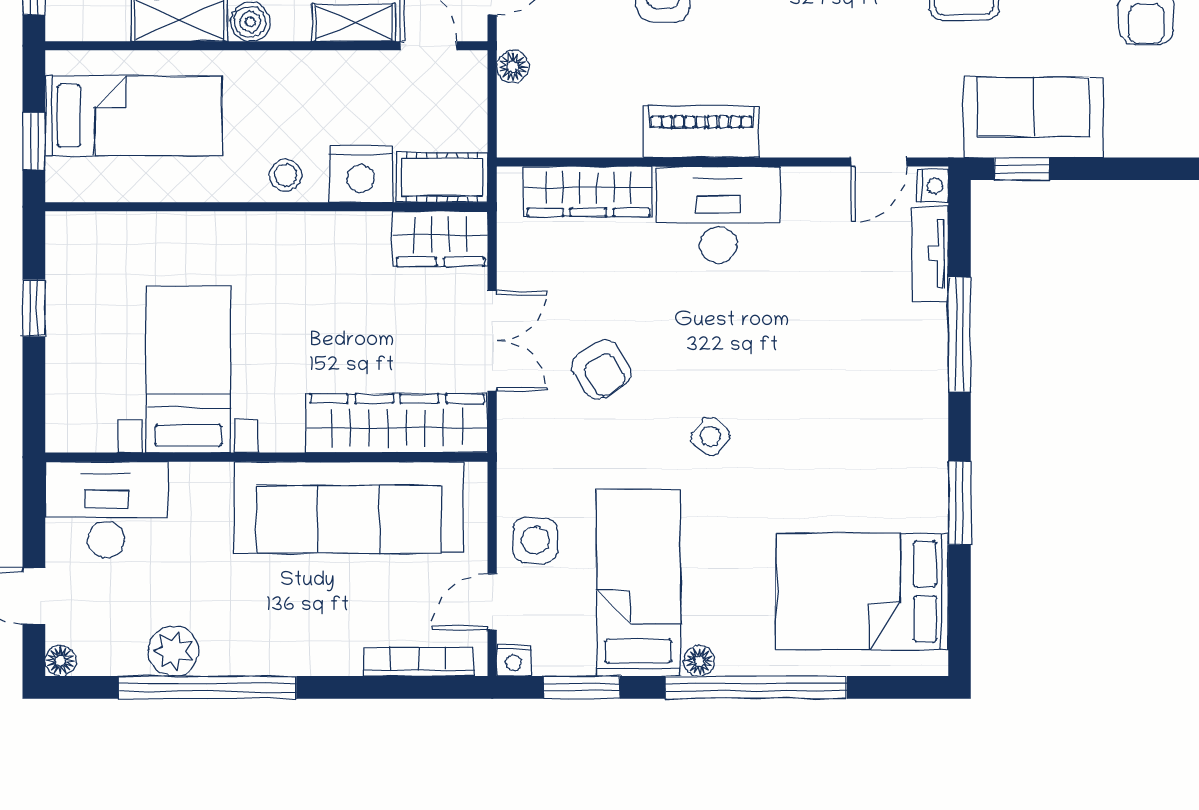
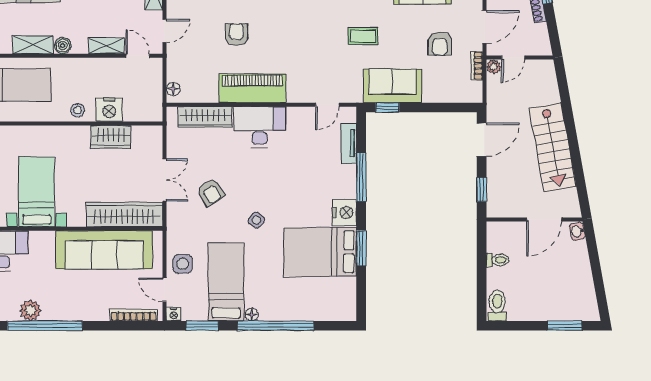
floor lamp: (513, 67) -> (173, 89), moved
piano: (701, 132) -> (252, 88), width x1.37, depth x1.33
cot: (442, 177) -> (143, 111), removed
nightstand: (932, 186) -> (344, 213), moved, width x1.89, depth x1.79
wardrobe: (440, 239) -> (111, 137), moved
bed: (862, 591) -> (320, 252), moved
door: (492, 602) -> (165, 290), hinge flipped

